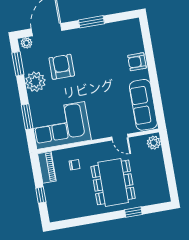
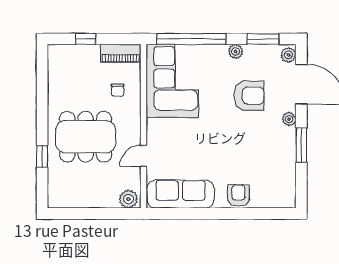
plant: (74, 34) -> (289, 119), added
plant: (35, 82) -> (236, 51), width x0.53, depth x0.53
window: (27, 117) -> (191, 39), width x2.11

